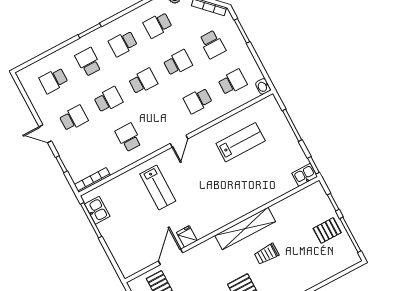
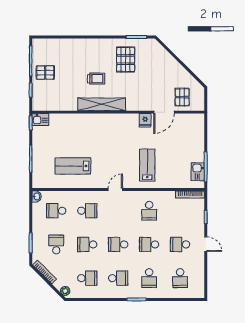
school desk: (54, 80) -> (180, 278), turned 90

